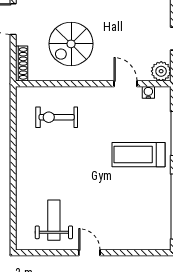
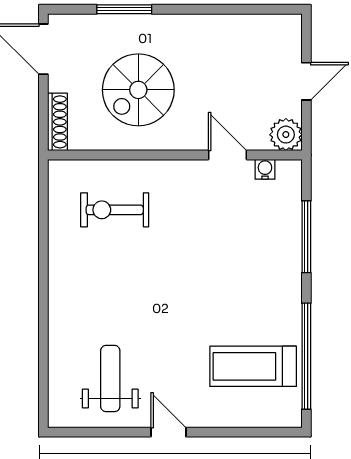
treadmill: (138, 155) -> (253, 366), moved

